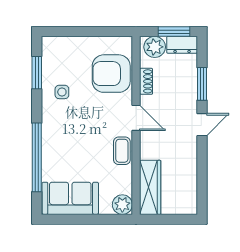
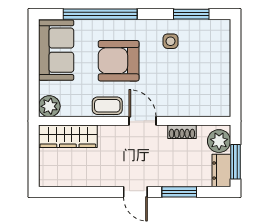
armchair: (111, 74) -> (119, 61), moved, turned -90
door: (136, 118) -> (143, 121), swing flipped

